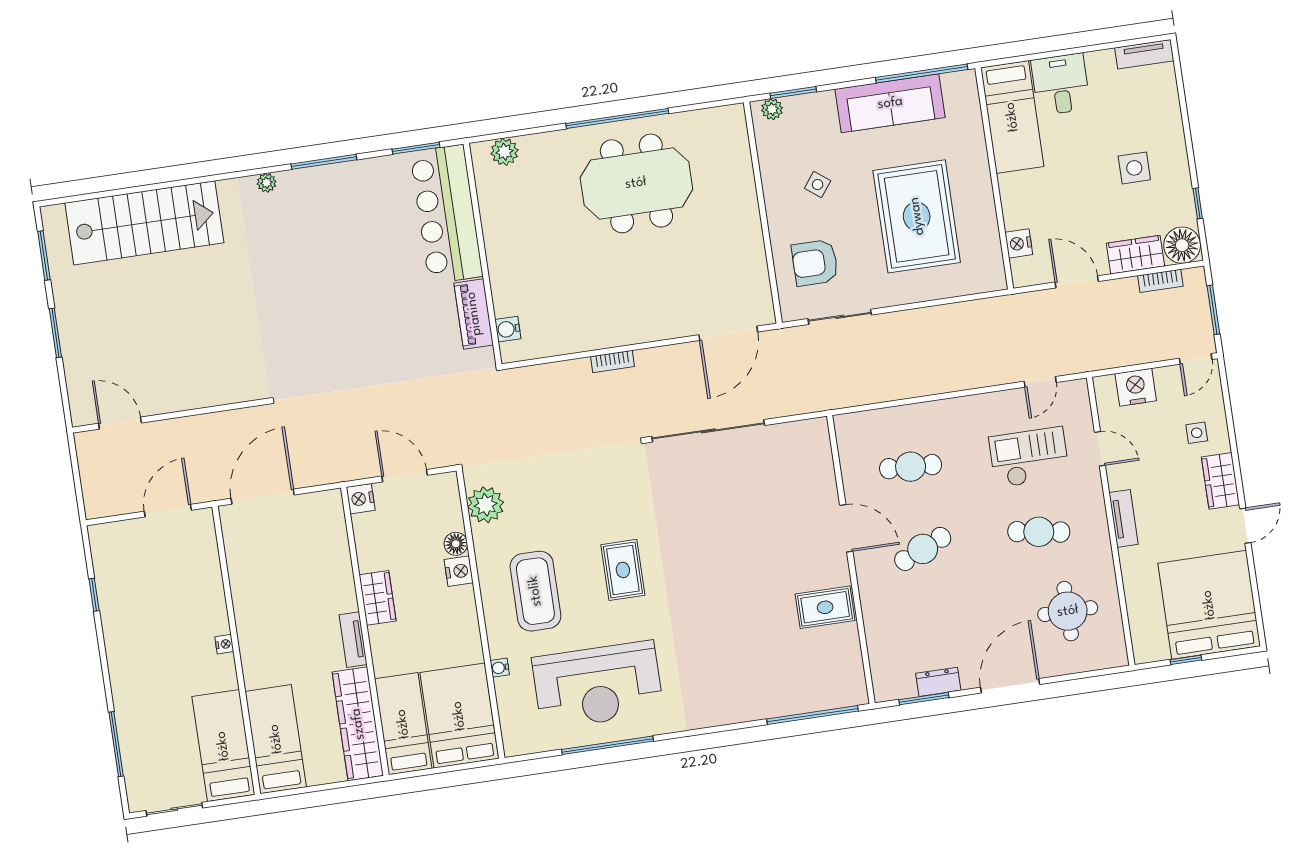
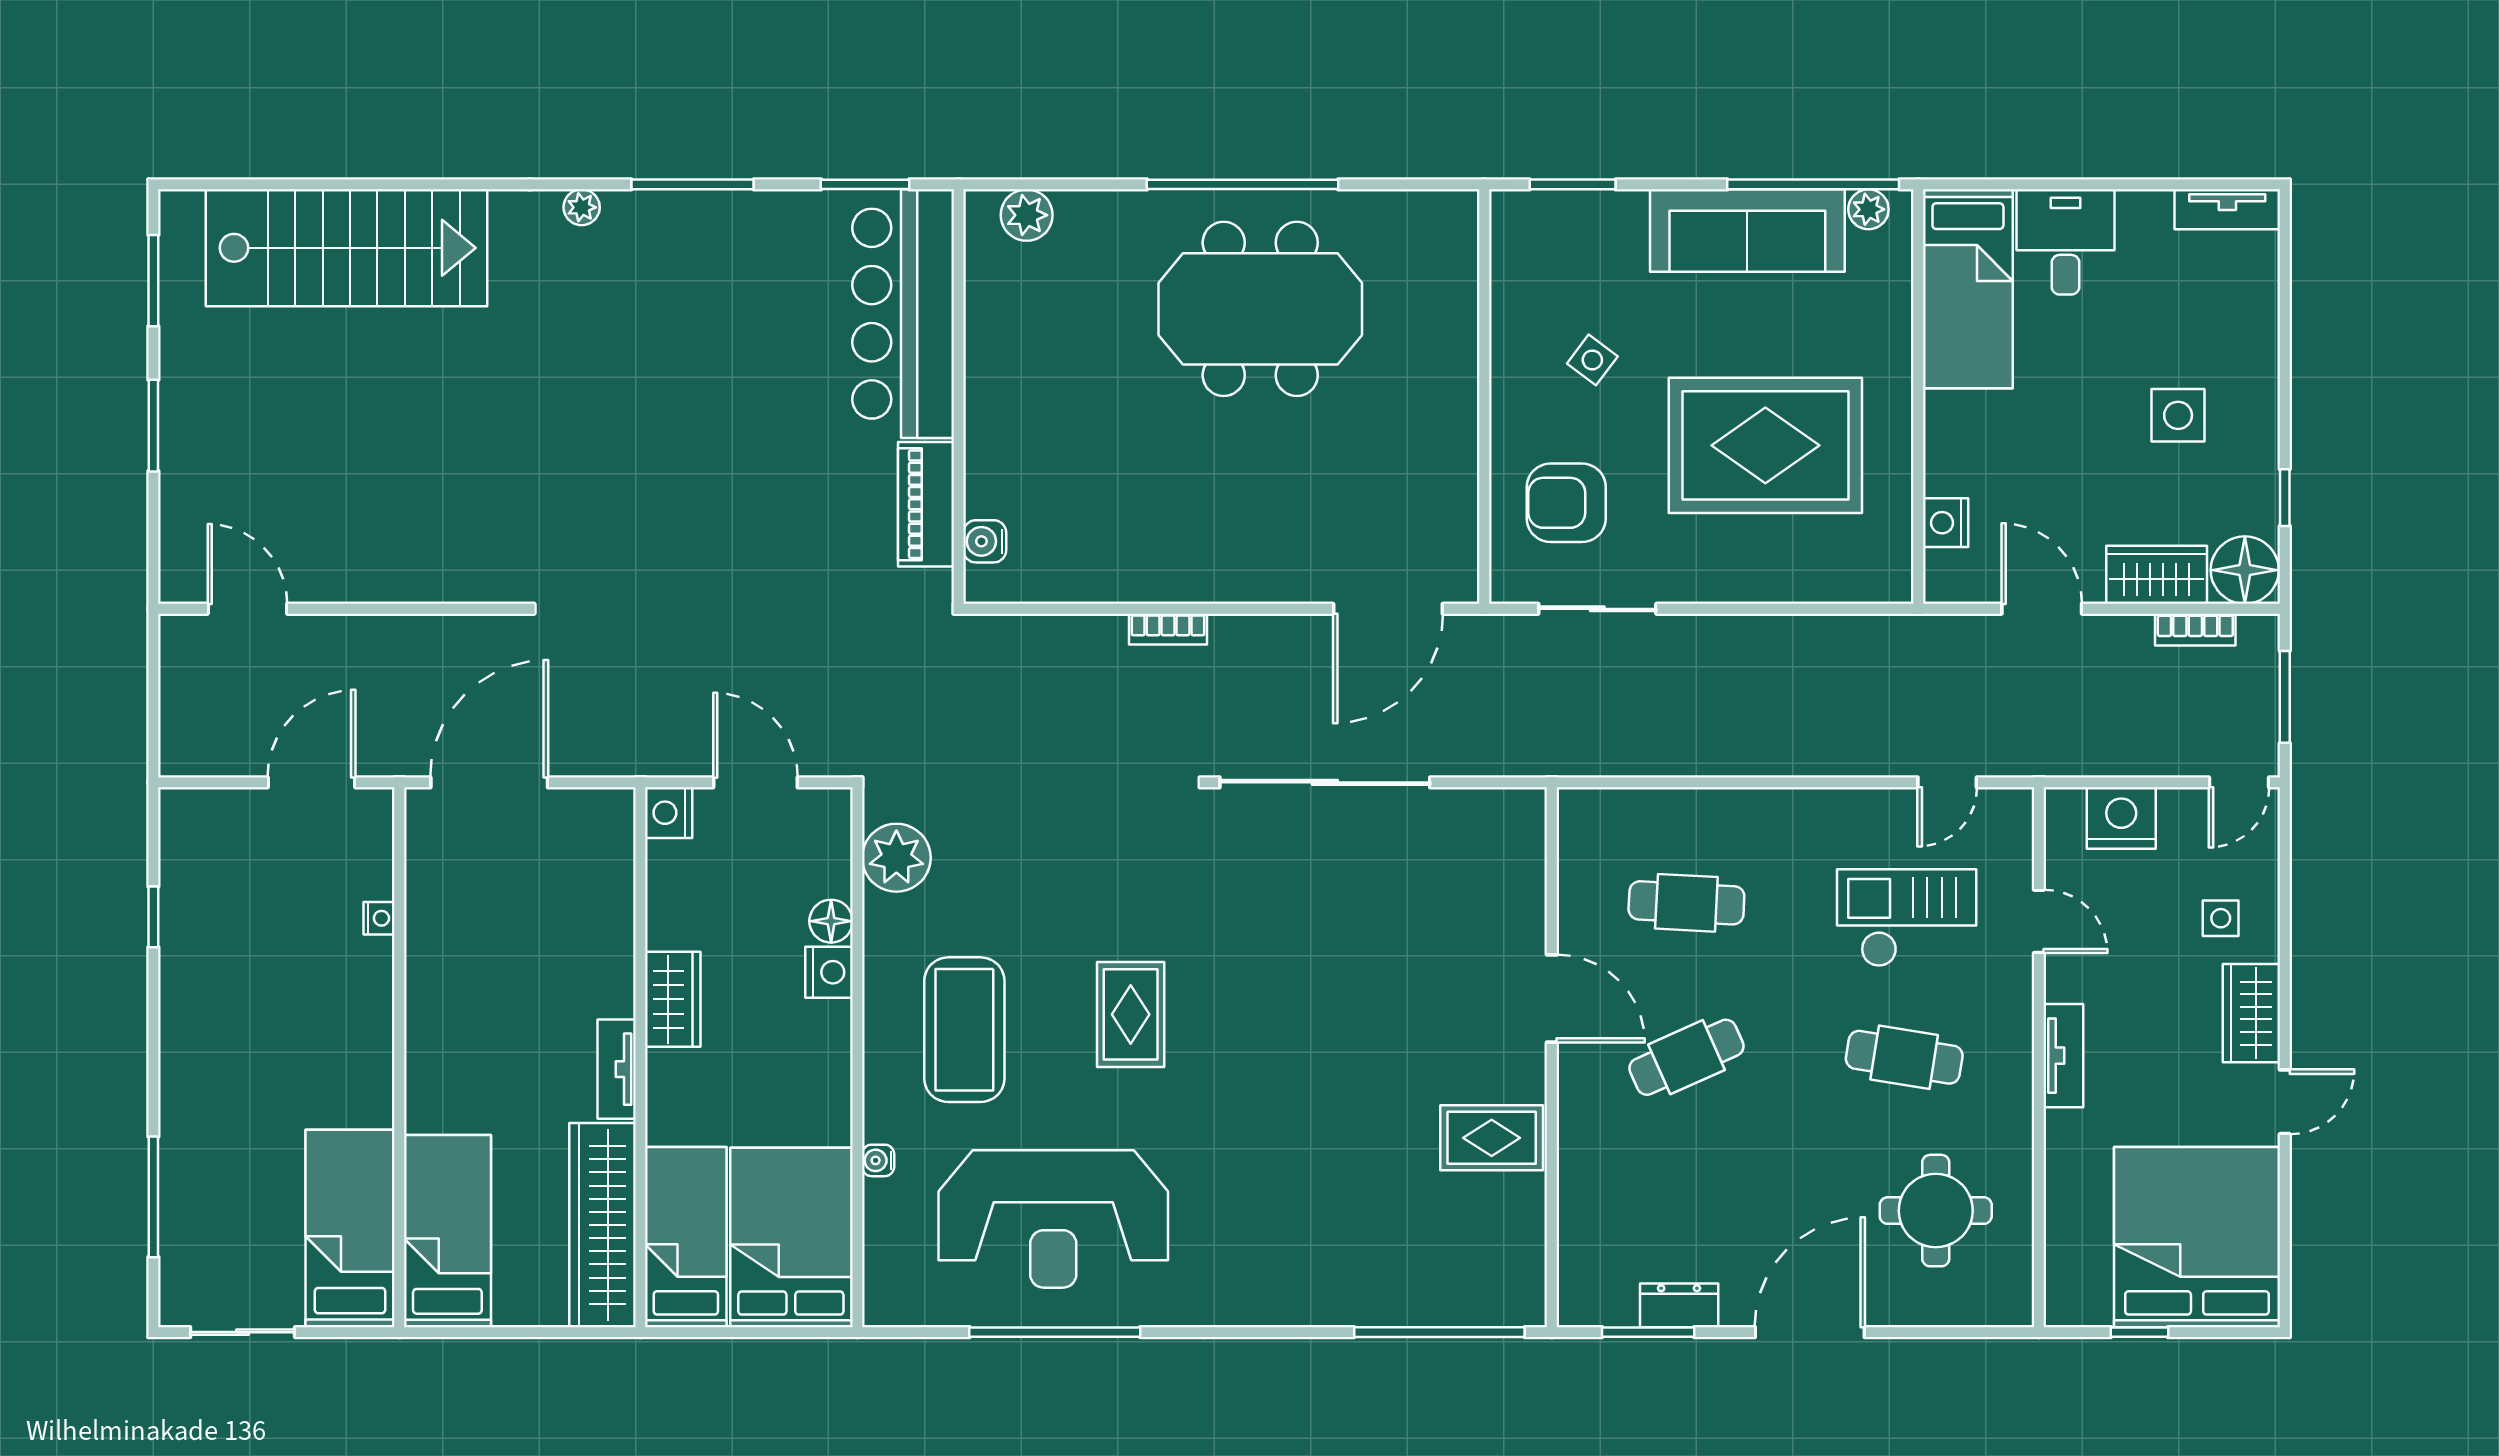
plant: (772, 109) -> (1868, 209), moved
rug: (917, 216) -> (1765, 445), turned 90
nightstand: (224, 644) -> (379, 918), moved

